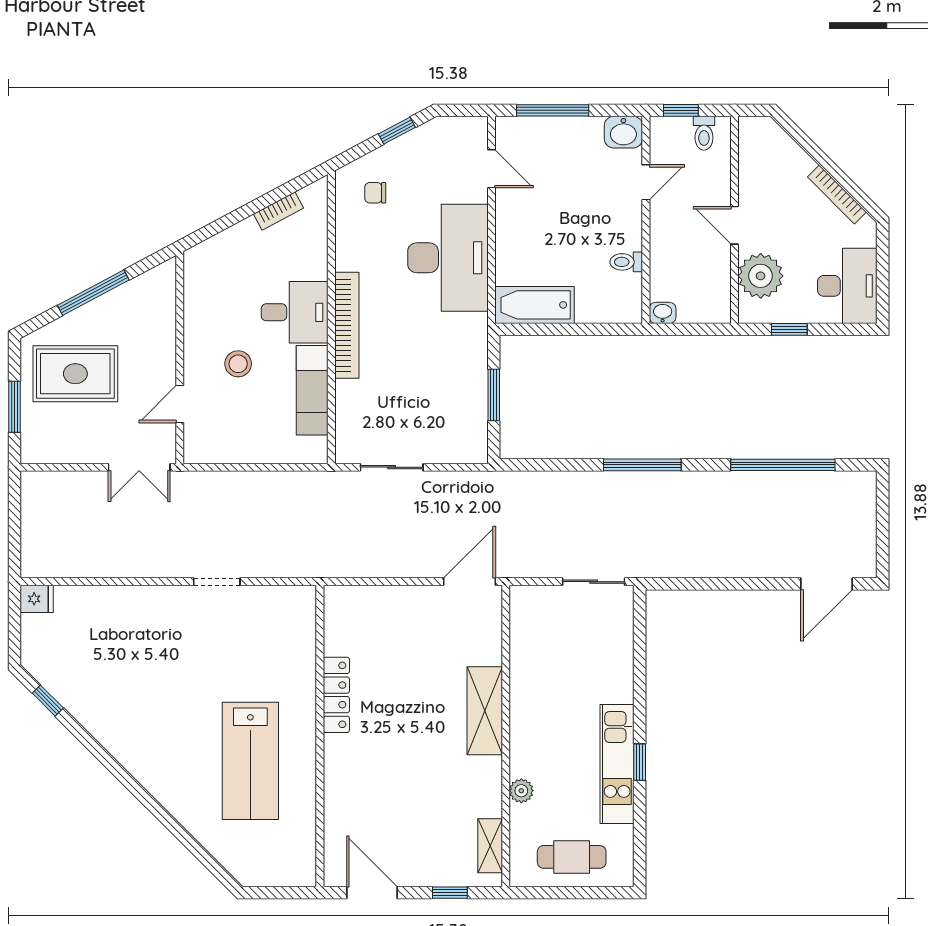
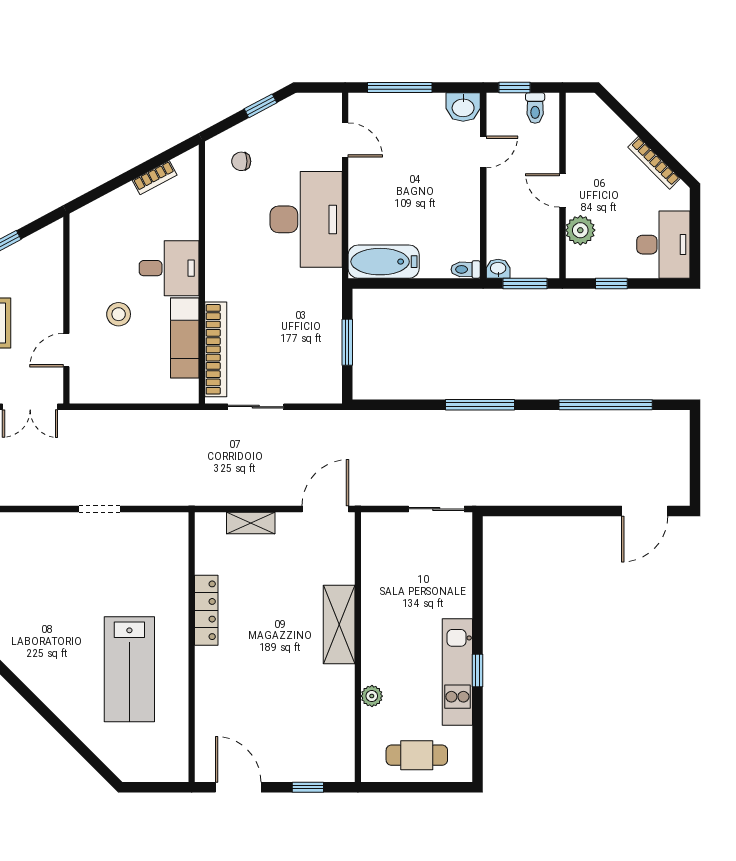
toilet: (626, 262) -> (466, 269), moved
plant: (761, 276) -> (580, 230), width x0.73, depth x0.73
bookcase: (347, 325) -> (216, 349), moved
window: (693, 329) -> (525, 283), added
shelving: (490, 846) -> (251, 523), moved, turned 90

